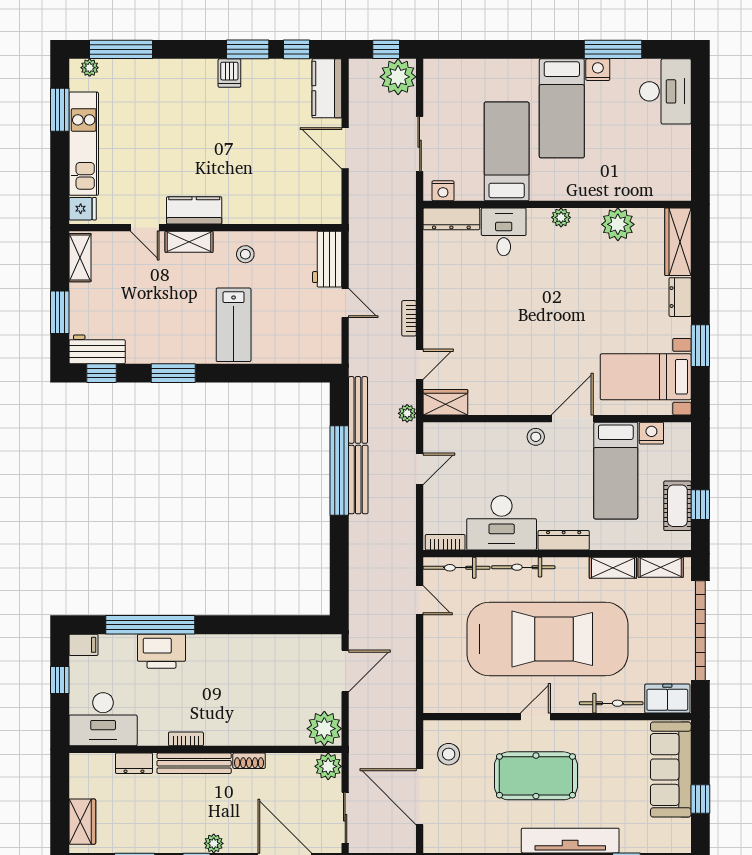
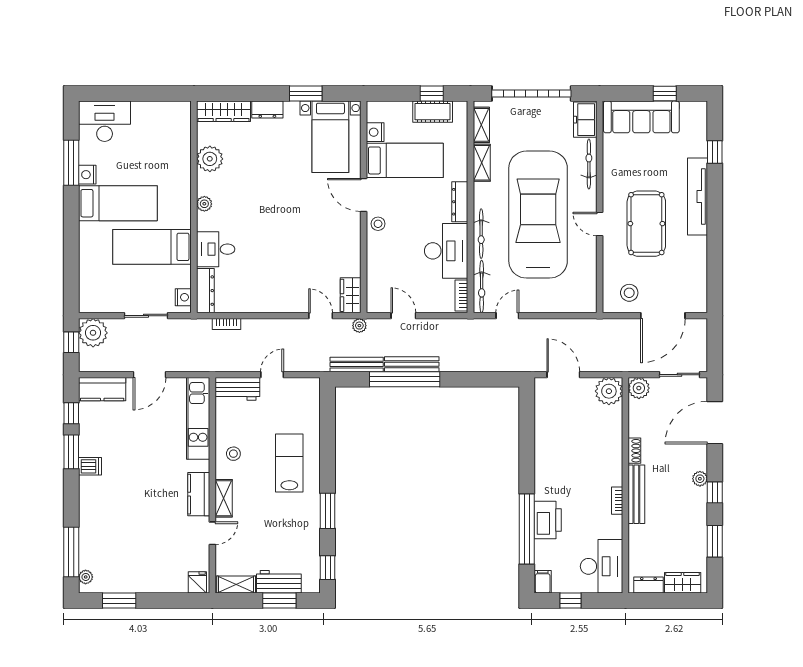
kitchen unit: (84, 144) -> (198, 418), moved, turned -90
bookcase: (409, 318) -> (226, 324), moved
lab bench: (234, 325) -> (289, 463), turned -90
workbench: (97, 349) -> (279, 582), moved, turned 90
dresser: (134, 763) -> (648, 585), moved, turned -90

